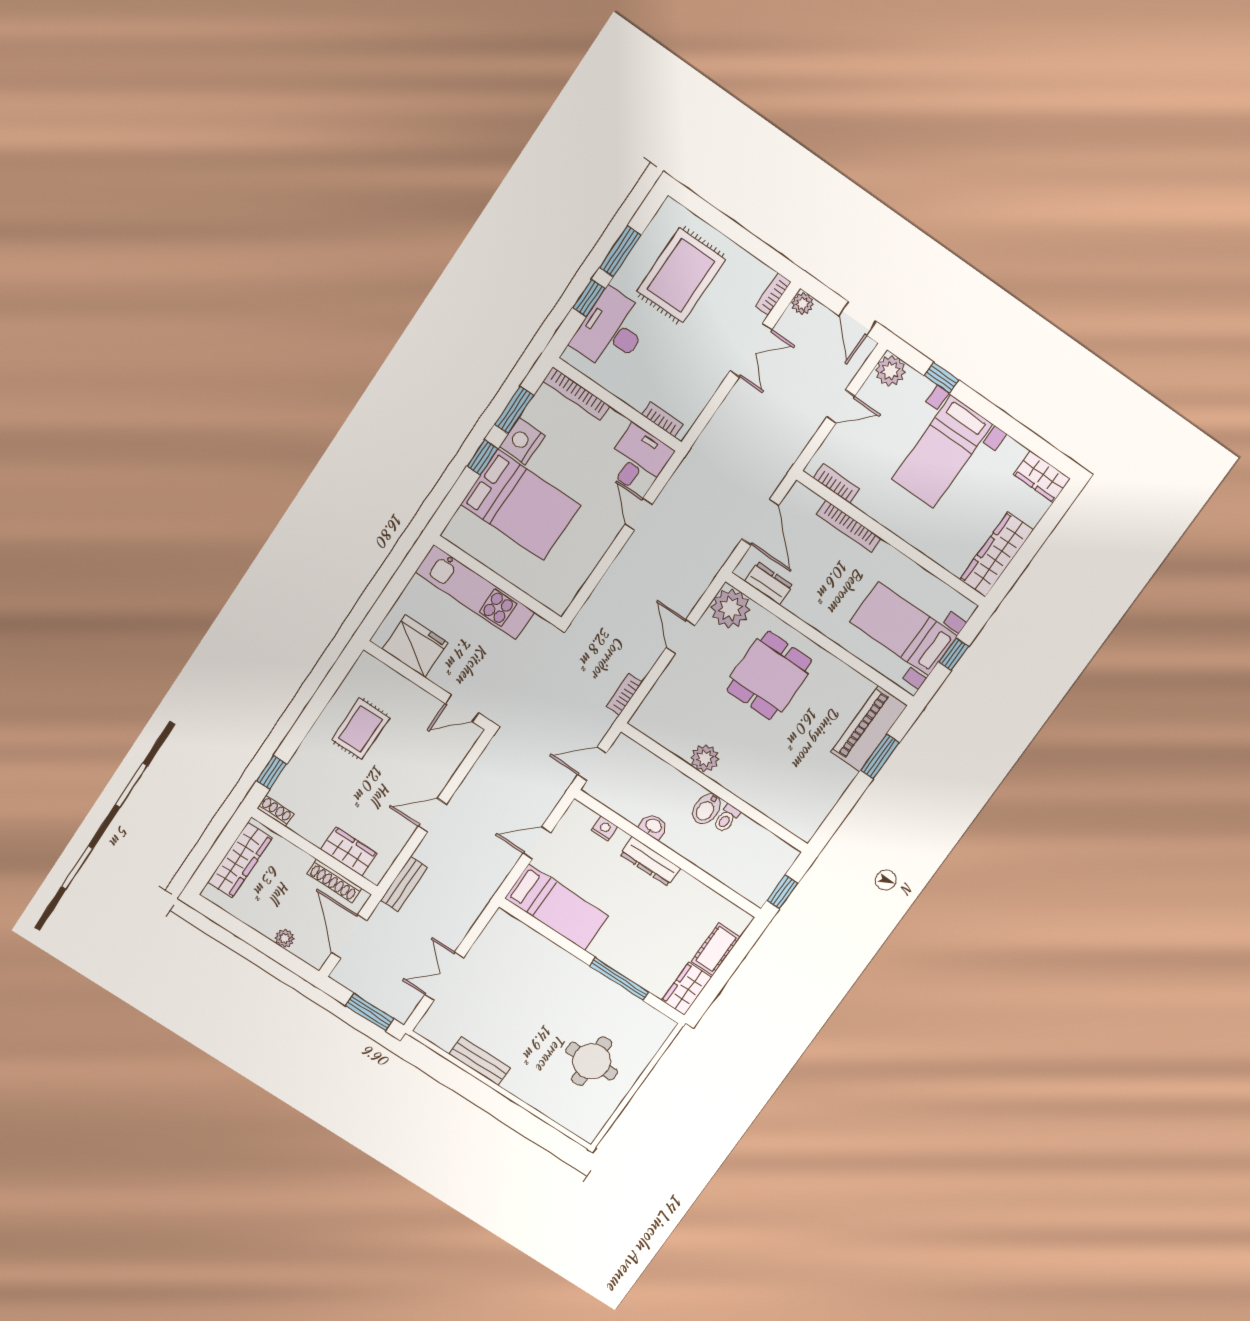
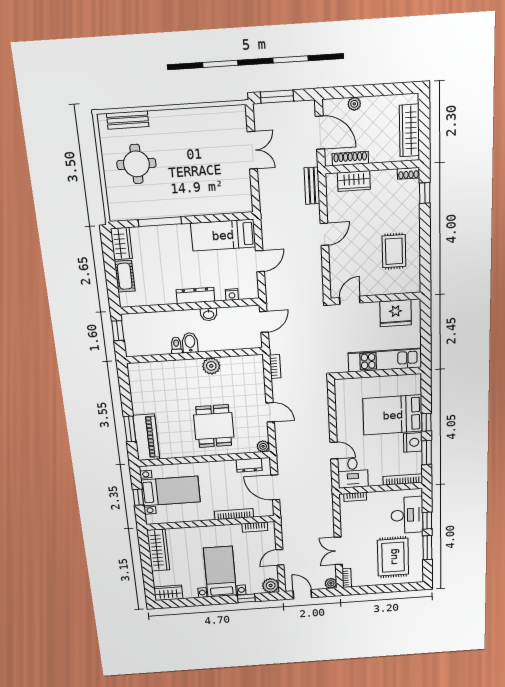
plant: (730, 609) -> (263, 446), width x0.53, depth x0.53
bench: (480, 1061) -> (128, 120), moved

